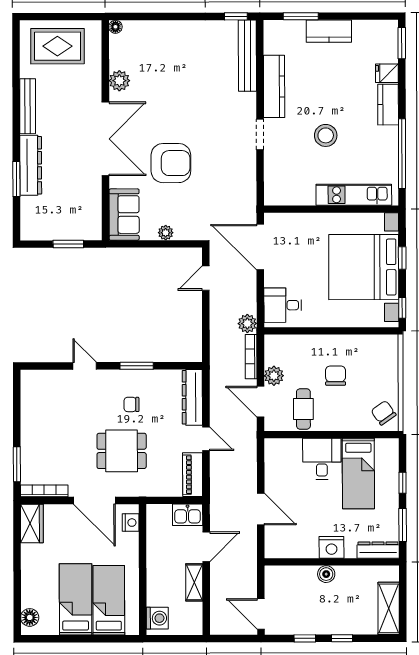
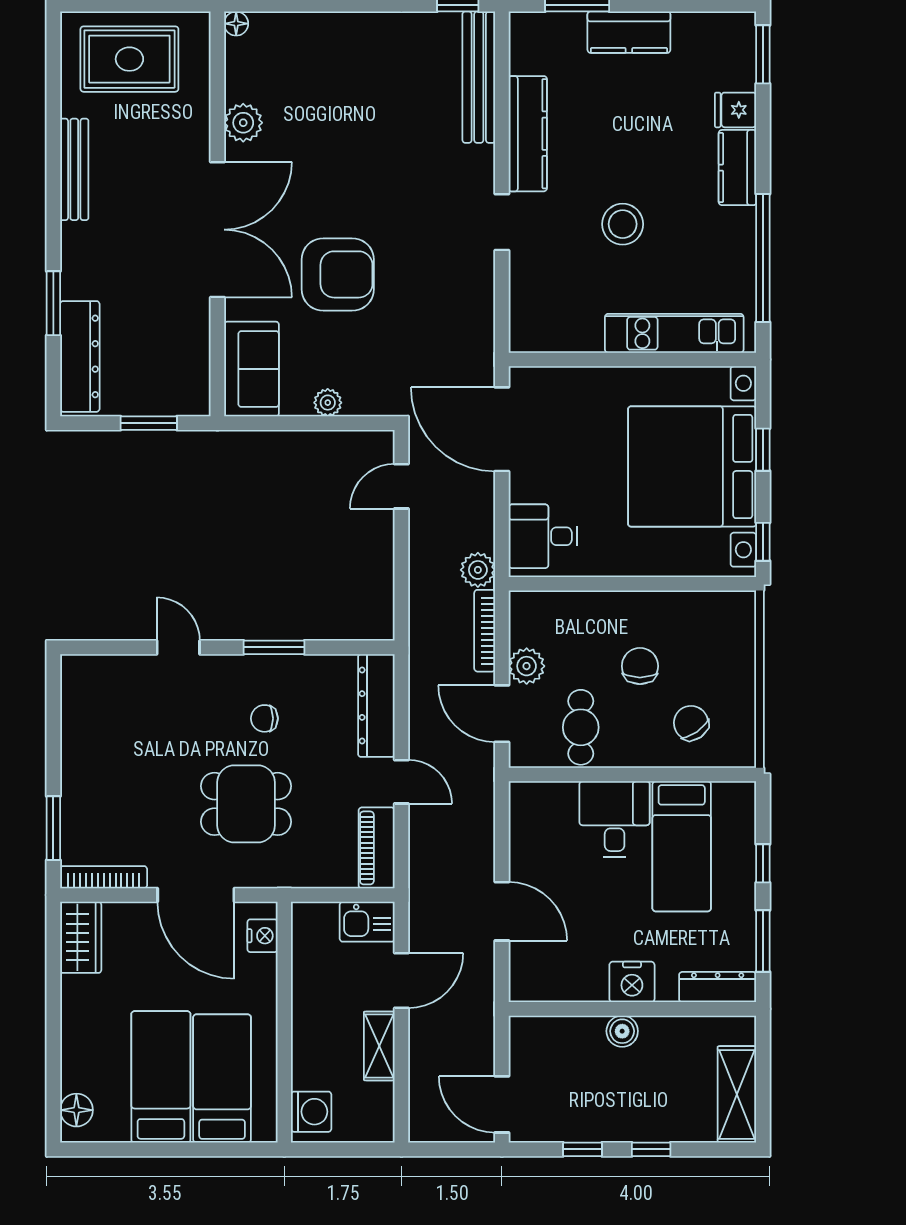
dresser: (31, 165) -> (80, 356), moved
chair: (384, 413) -> (691, 723), moved

